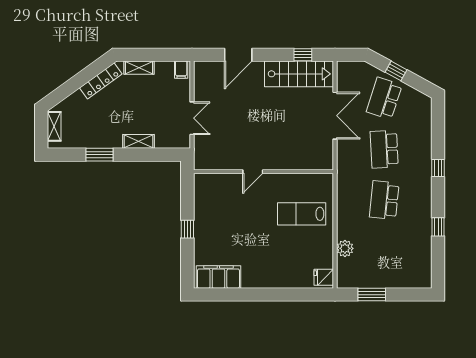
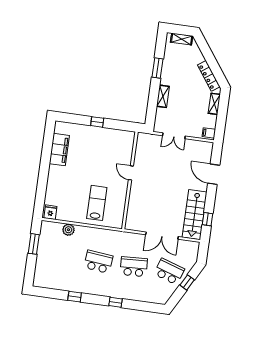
filing cabinet: (218, 277) -> (59, 150), moved

